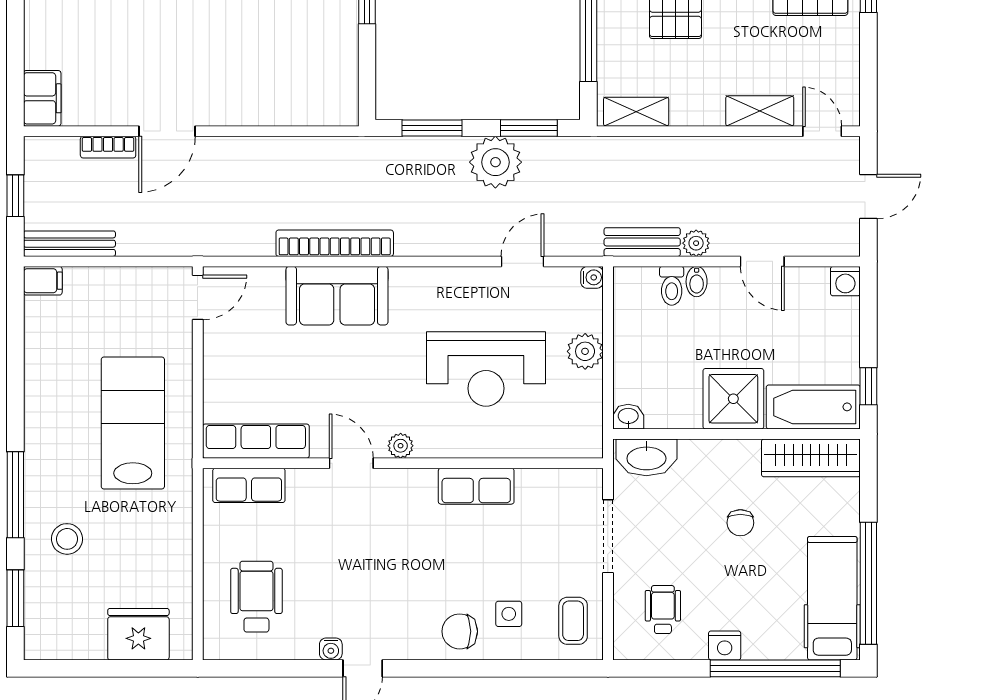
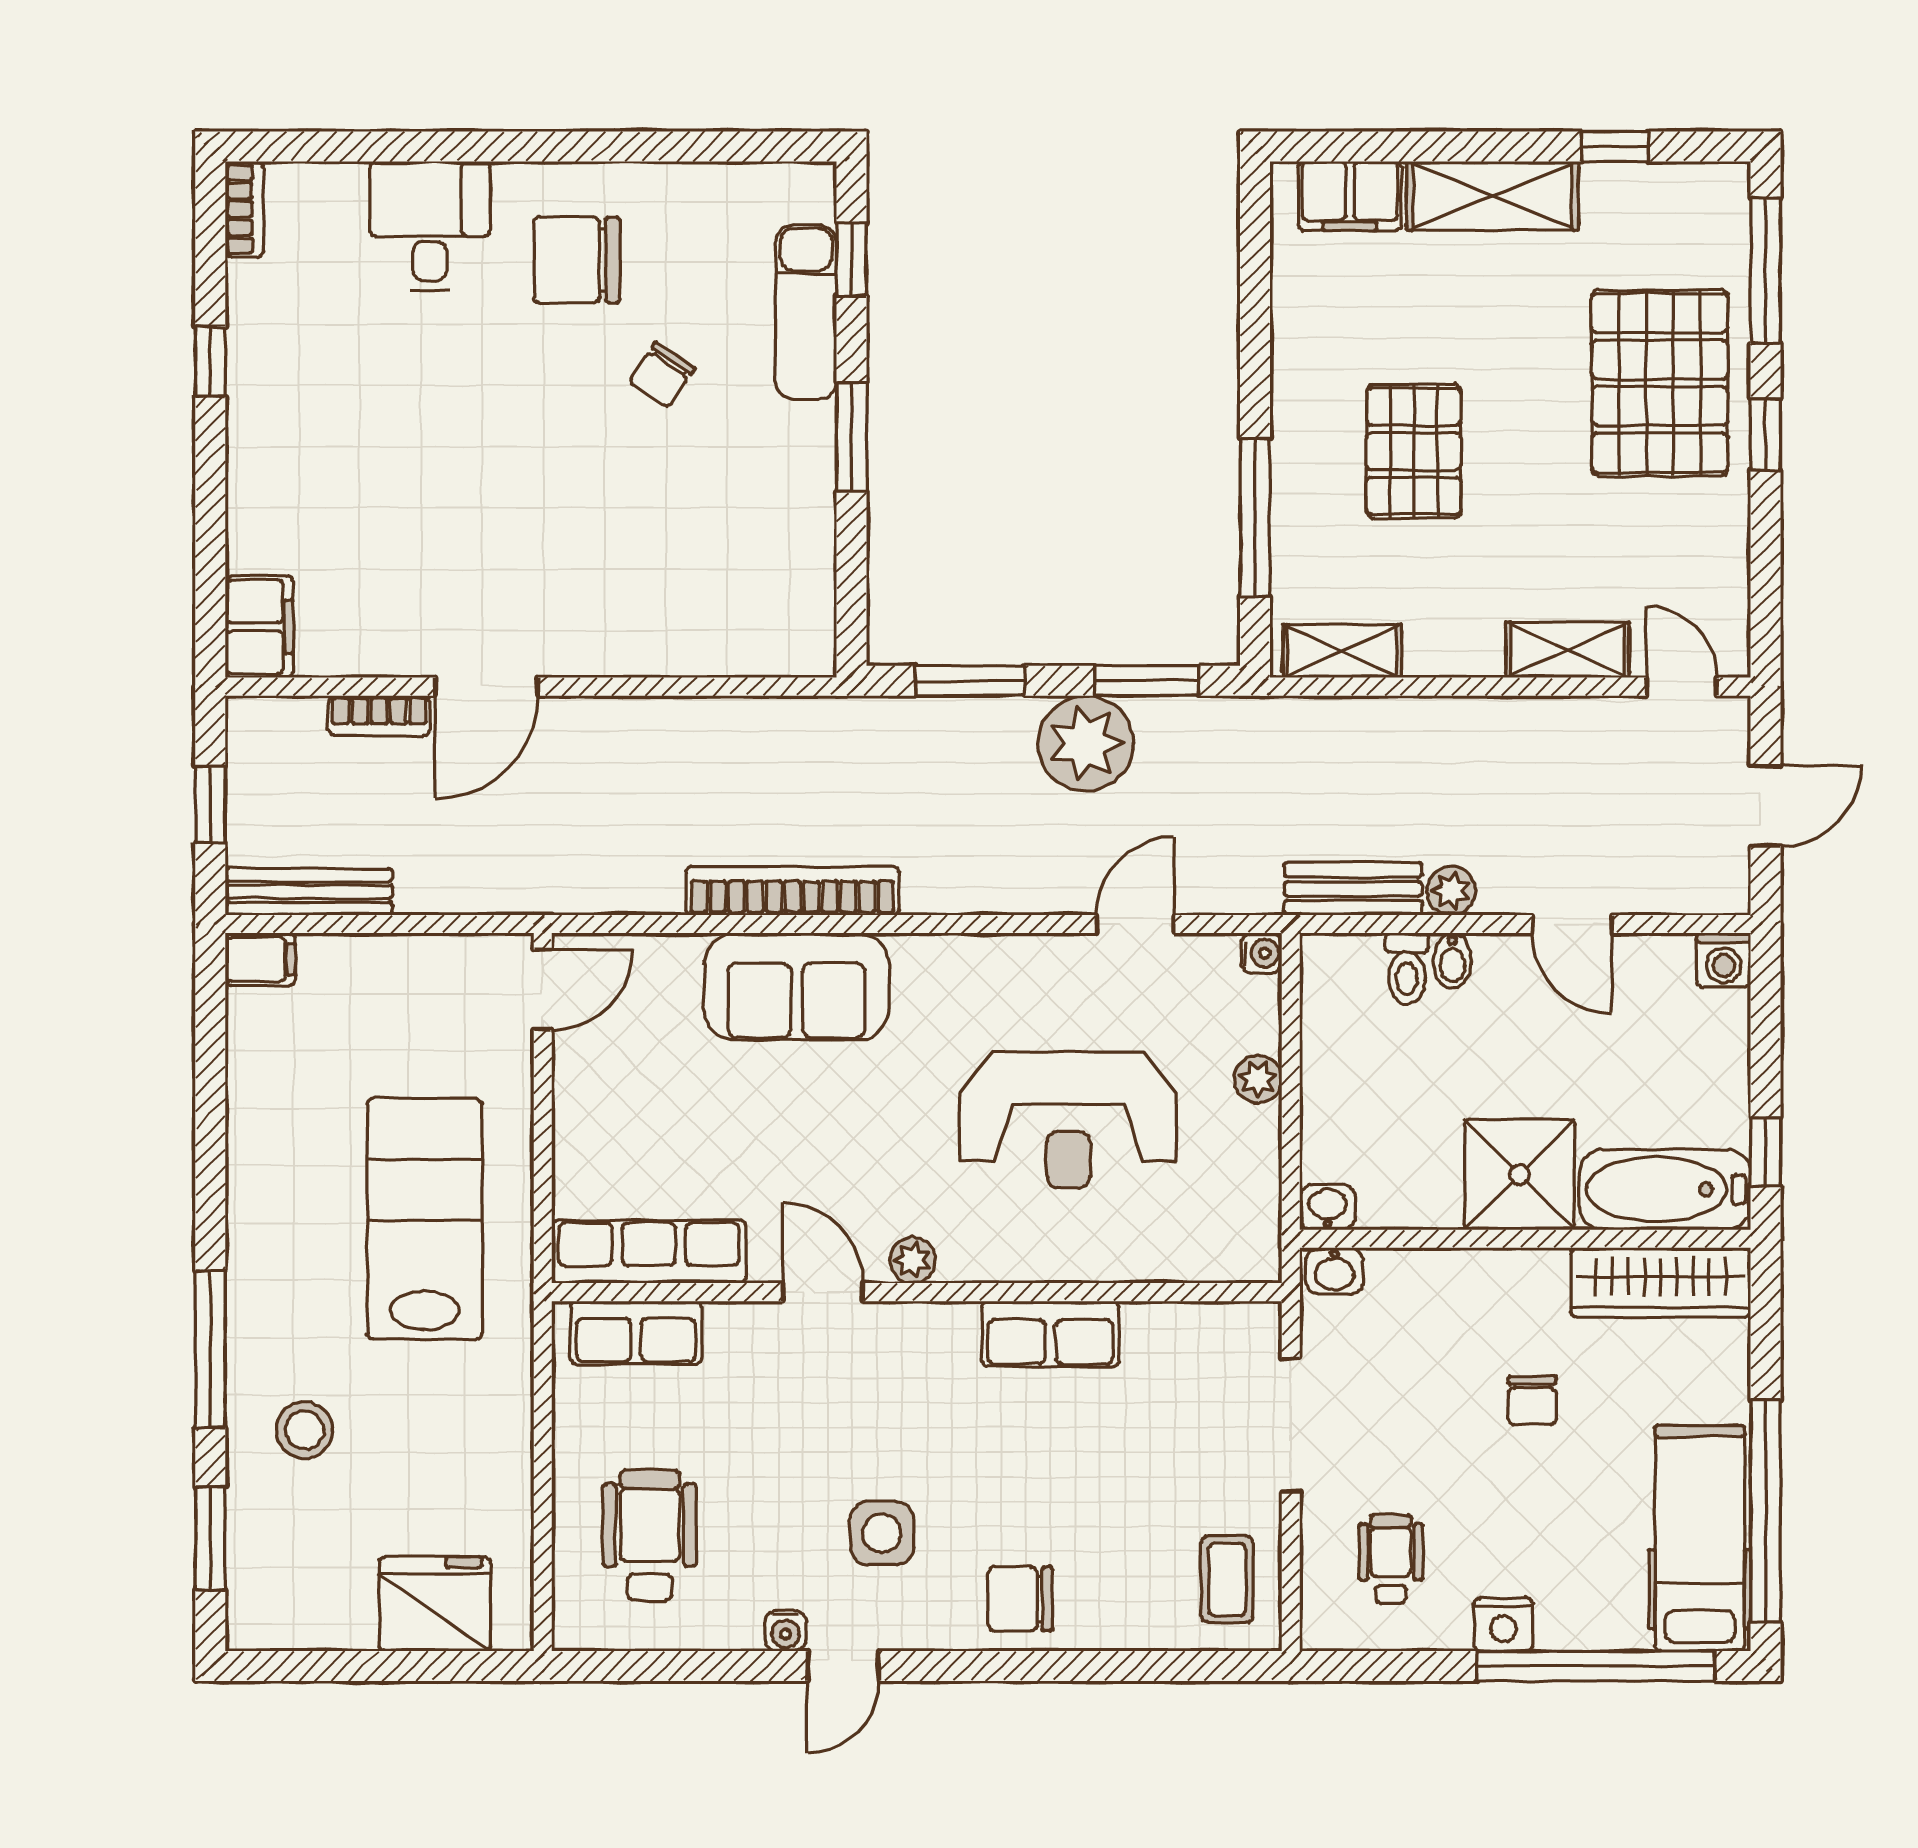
plant: (585, 351) -> (1258, 1079), width x0.73, depth x0.73
washbasin: (646, 457) -> (1335, 1271), width x0.52, depth x0.69
side table: (509, 614) -> (882, 1533), moved, width x1.37, depth x1.37

